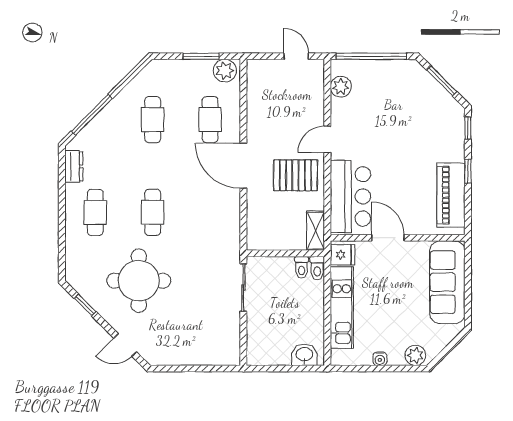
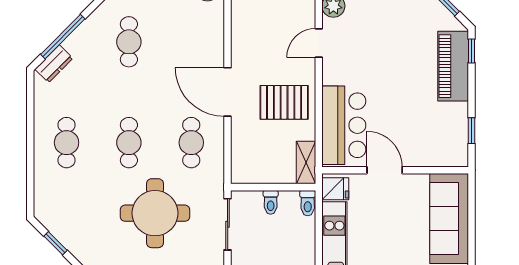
cafe table: (210, 120) -> (191, 143), moved
door: (327, 139) -> (319, 43), moved
dresser: (74, 166) -> (54, 64), moved, turned 45
window: (468, 171) -> (471, 131), moved
piano: (451, 195) -> (453, 66), moved
toilet: (302, 267) -> (271, 202), moved
round table: (139, 281) -> (155, 213), moved

